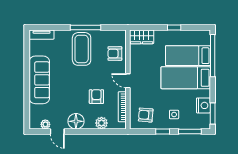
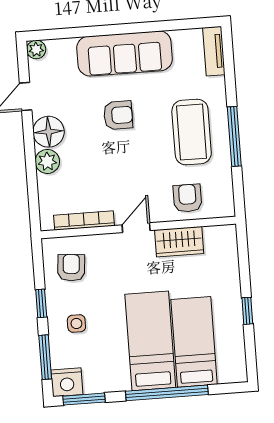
wardrobe: (142, 37) -> (179, 242), moved, turned -90
coffee table: (82, 49) -> (192, 132), turned 90
window: (213, 56) -> (167, 393), moved
armchair: (96, 97) -> (118, 115), moved
nightstand: (203, 105) -> (67, 382), moved
plant: (101, 123) -> (47, 161), moved
plant: (45, 124) -> (36, 49), moved

